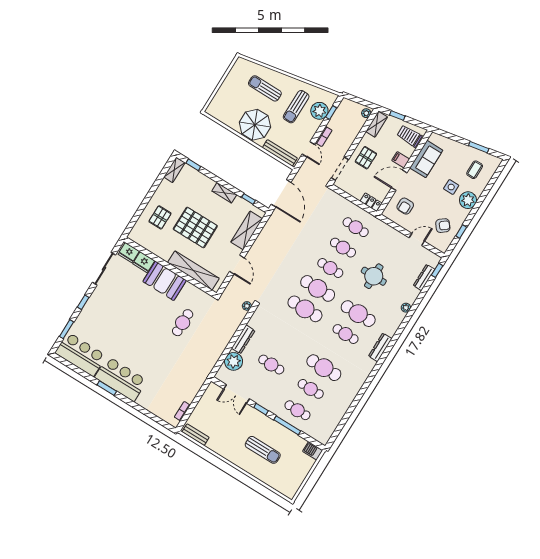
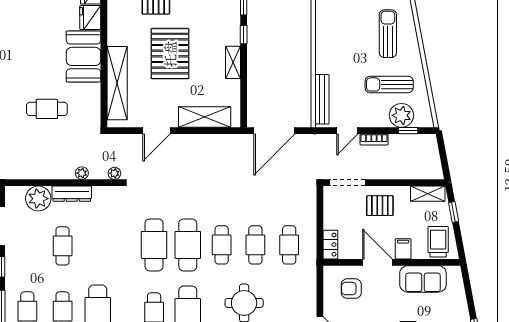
plant: (366, 113) -> (82, 173), moved
parasol: (255, 125) -> (337, 49), removed
window: (248, 199) -> (244, 35), moved

